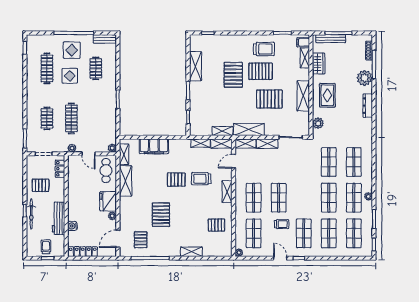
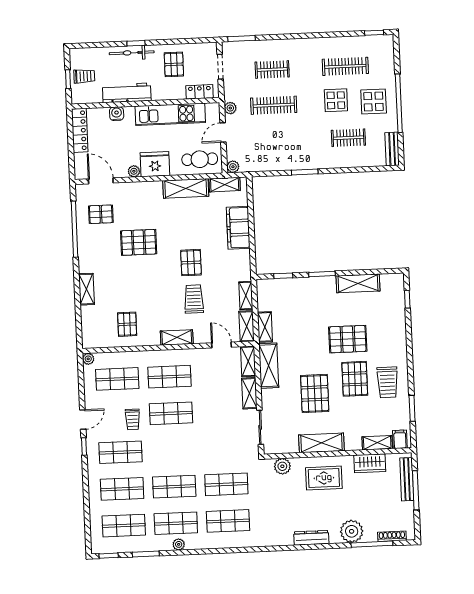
kitchen unit: (74, 189) -> (170, 114), added

